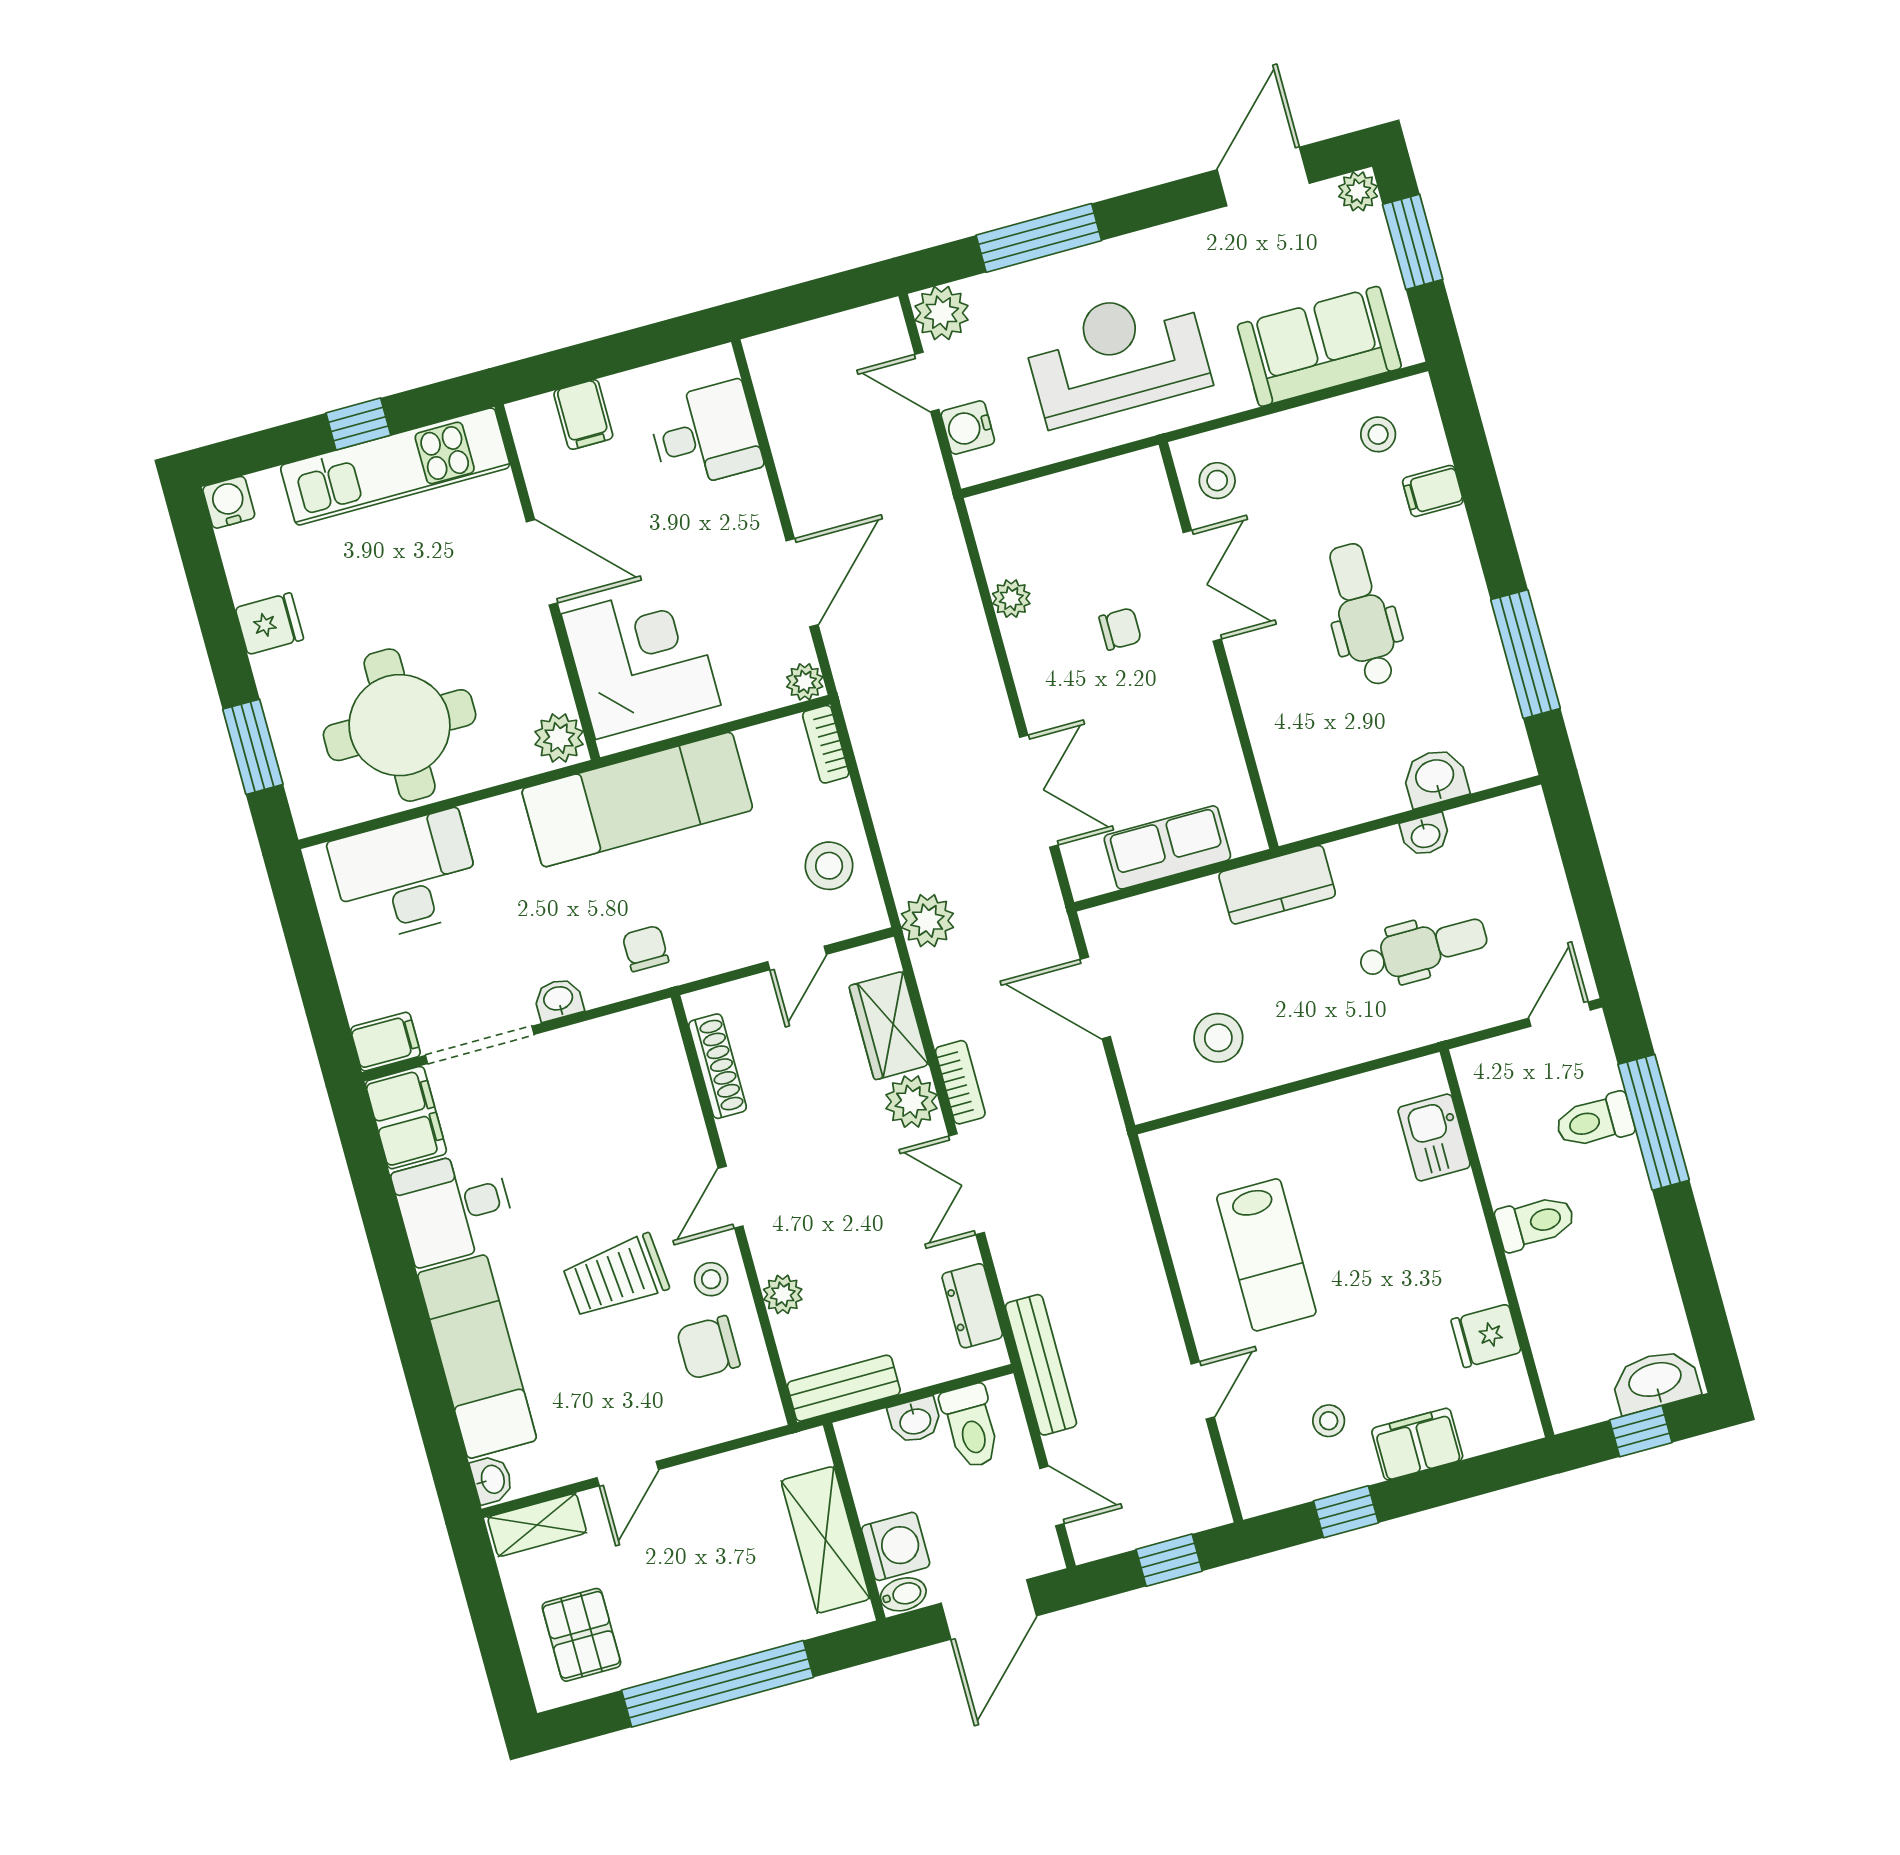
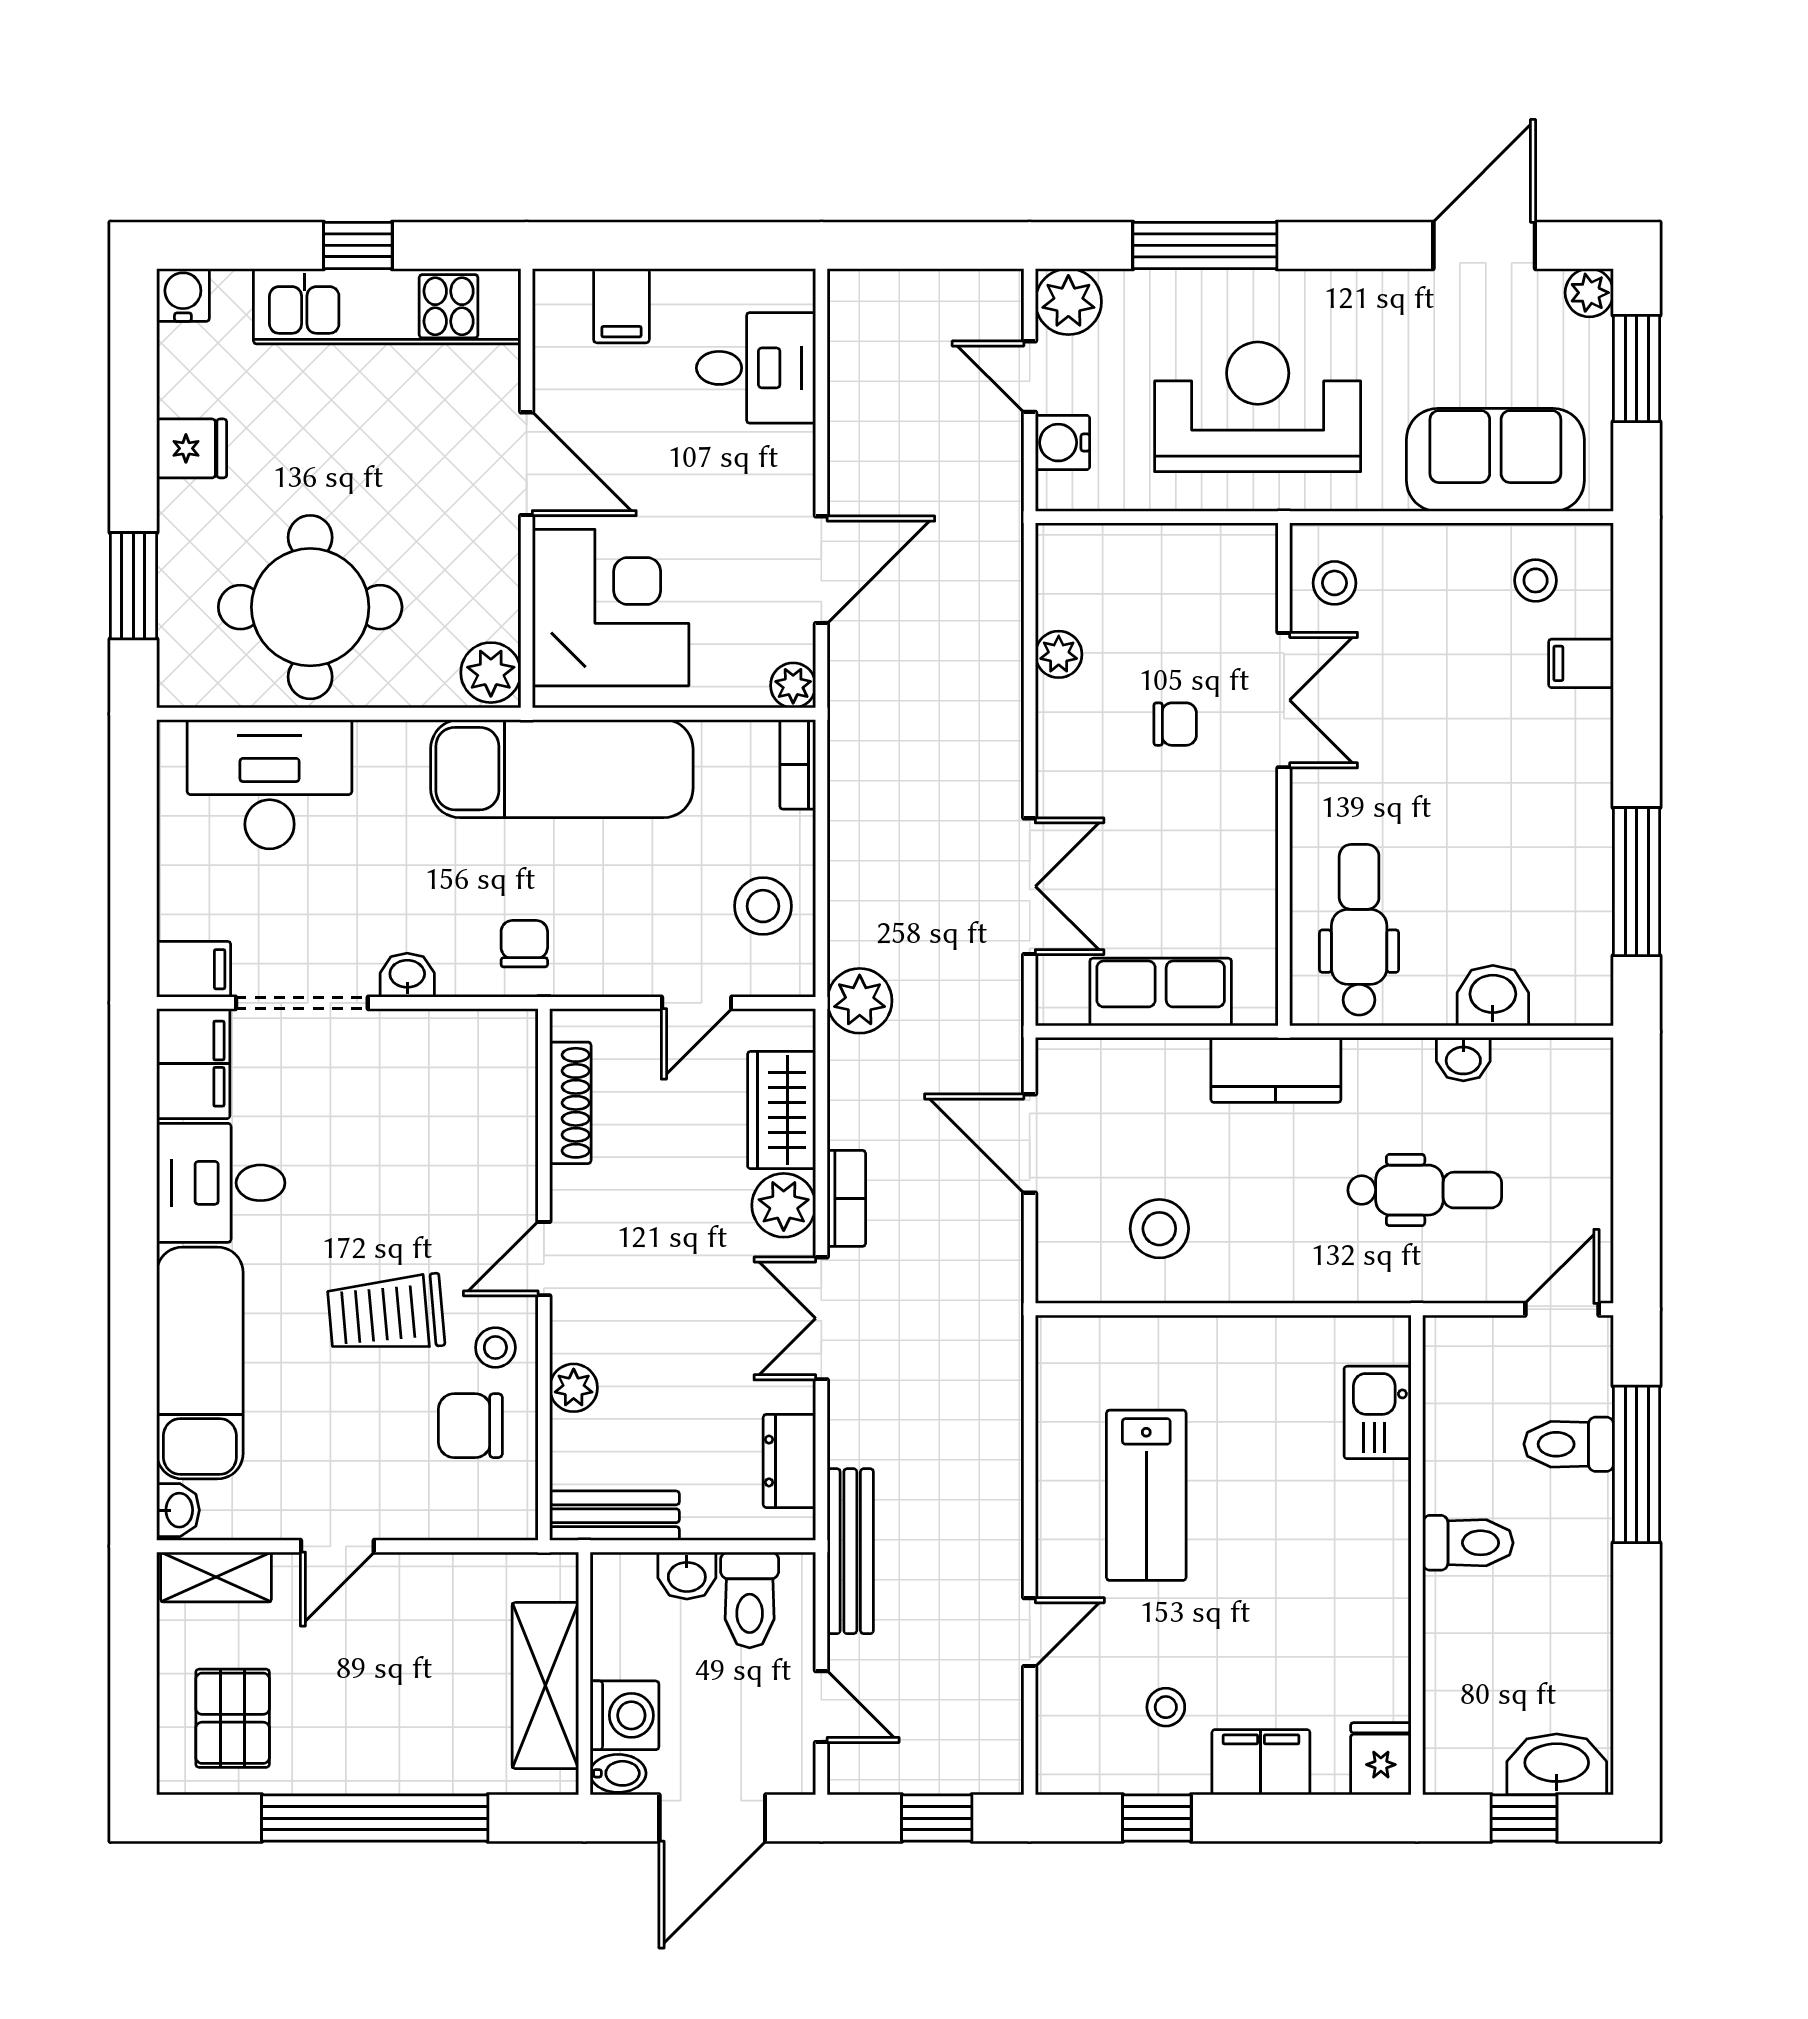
dental chair: (1363, 614) -> (1359, 930), moved
fridge: (1486, 1336) -> (1381, 1759), moved, turned 90

